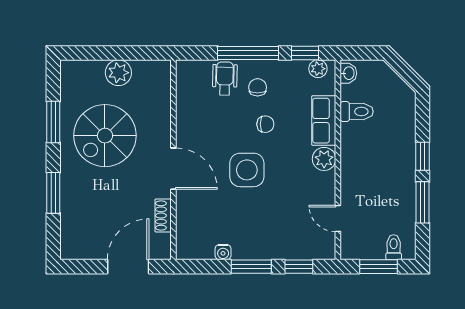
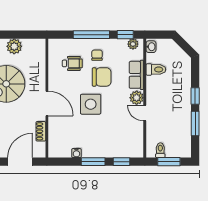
wheelchair: (225, 78) -> (72, 63), moved, turned 89
chair: (265, 124) -> (102, 77), width x1.87, depth x1.87
door: (338, 218) -> (145, 113), moved
toilet: (394, 247) -> (160, 150), moved

